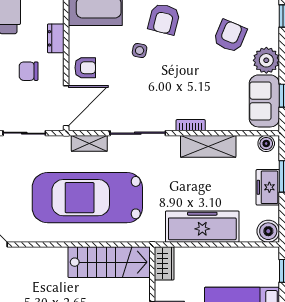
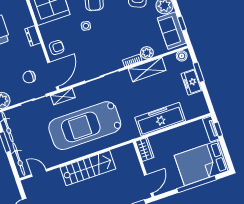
chair: (29, 71) -> (29, 77), moved
plant: (216, 121) -> (147, 53), added
shelving: (89, 143) -> (63, 96), moved
boiler: (268, 231) -> (201, 108), removed
stairs: (109, 262) -> (88, 168), moved
tv unit: (272, 267) -> (211, 129), added

